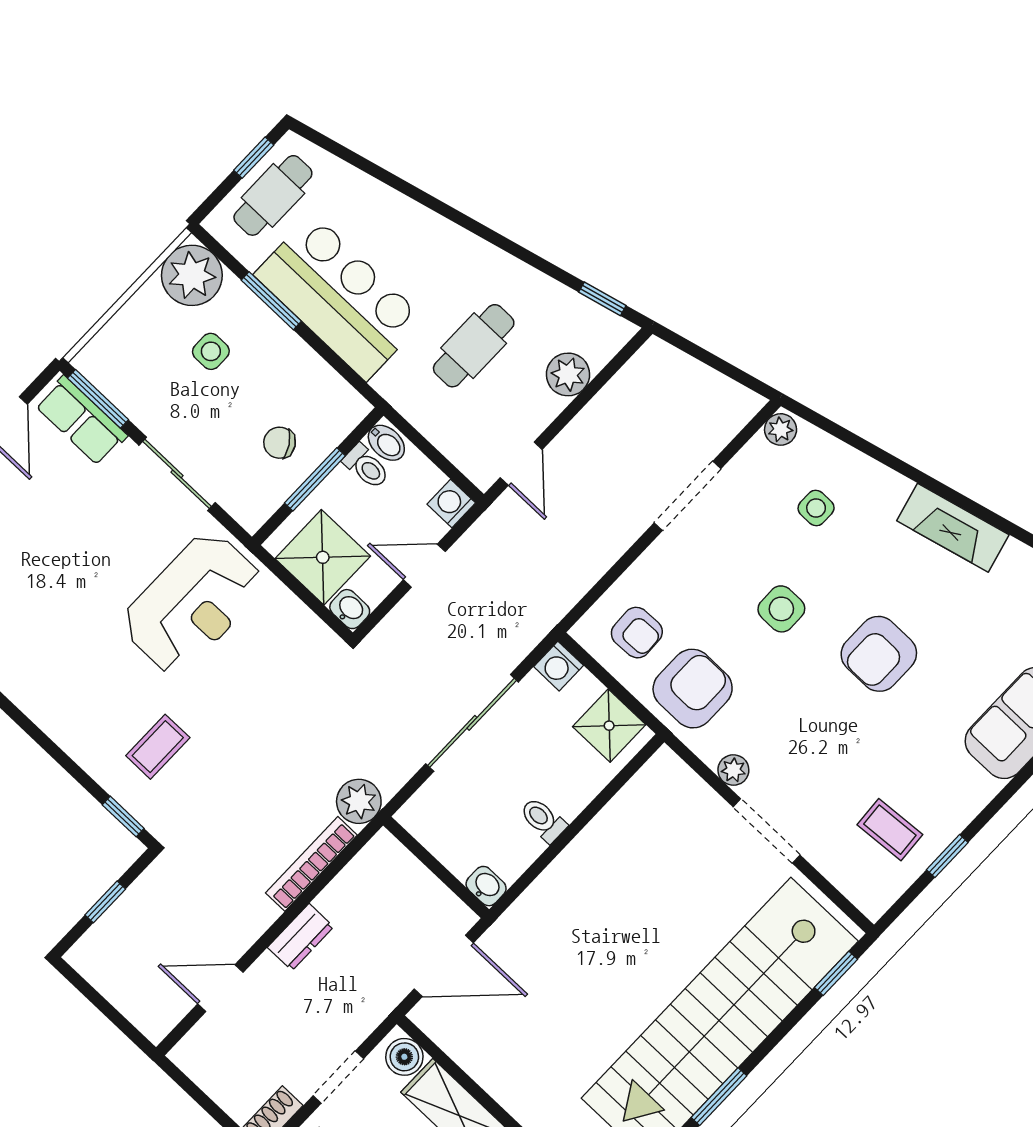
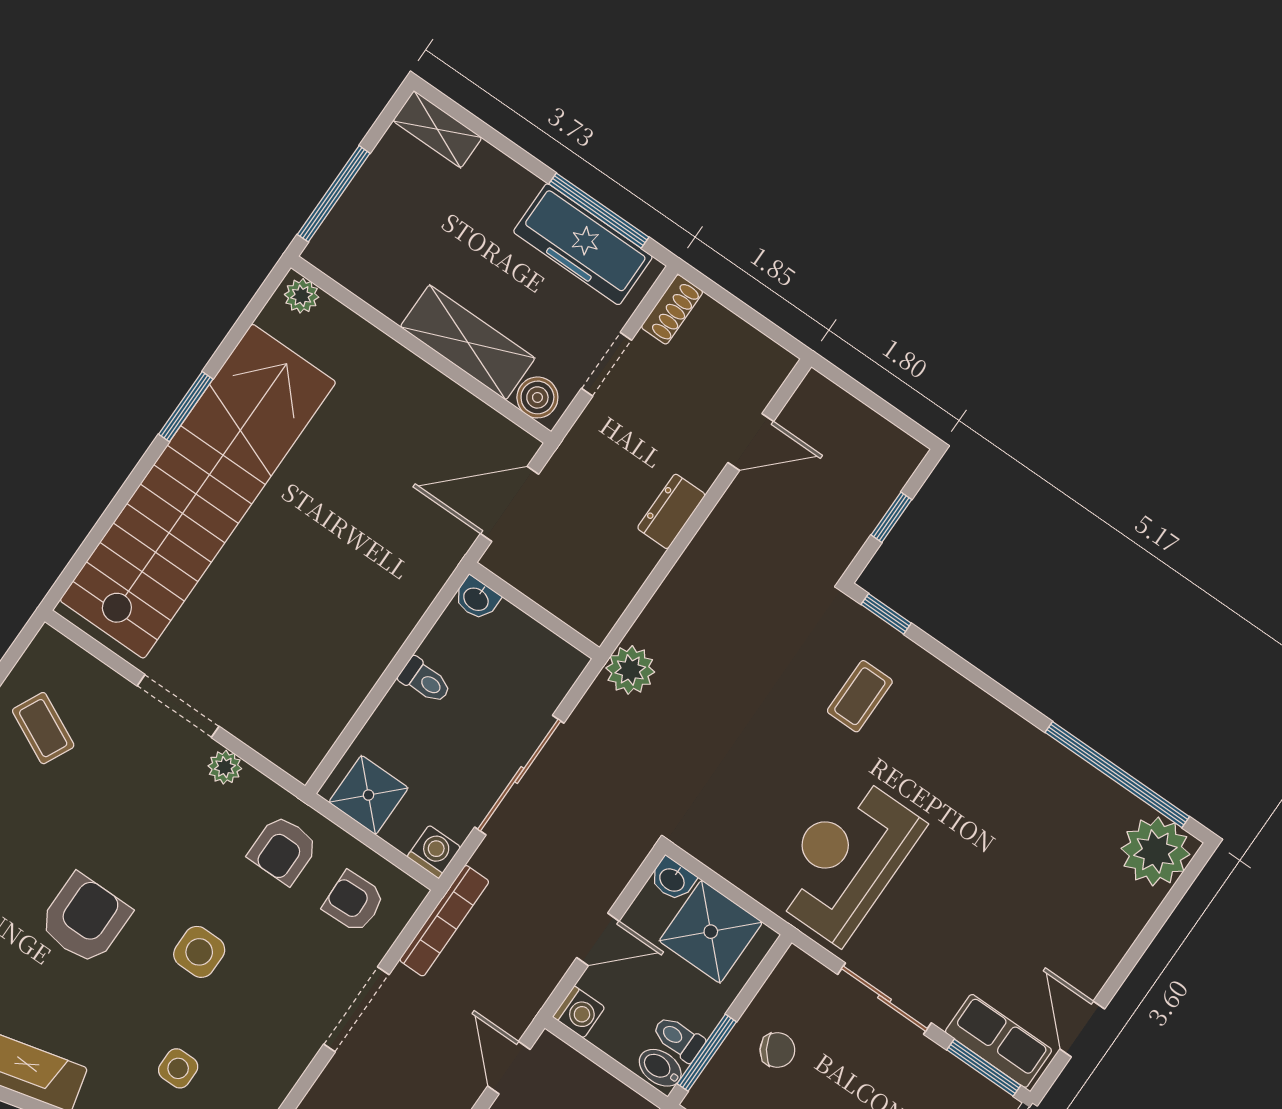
window: (315, 479) -> (707, 1053), moved
doorway: (688, 496) -> (356, 1009), moved
armchair: (693, 689) -> (283, 850), width x0.72, depth x0.72
coffee table: (890, 830) -> (43, 728), turned 30
bookcase: (311, 864) -> (444, 921), moved
window: (836, 973) -> (78, 561), removed

